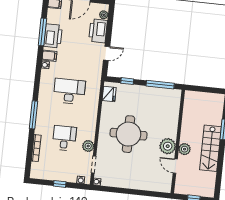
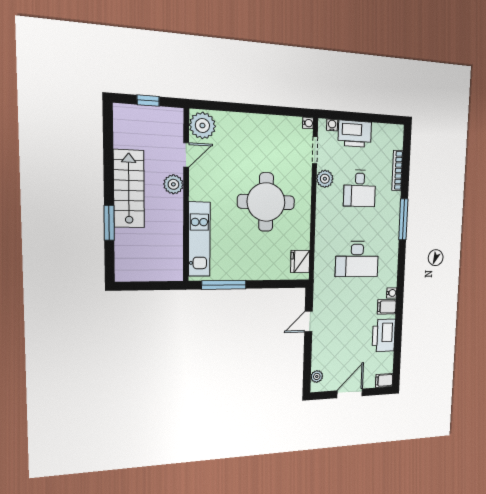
printer: (98, 31) -> (355, 134), moved, turned 90
window: (42, 32) -> (398, 339), removed
window: (127, 81) -> (275, 284), removed
kitchen unit: (173, 115) -> (199, 239), added
plant: (168, 146) -> (202, 125), moved
door: (175, 166) -> (186, 155), hinge flipped
window: (60, 184) -> (362, 117), removed

